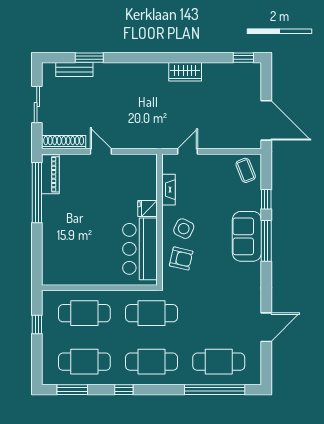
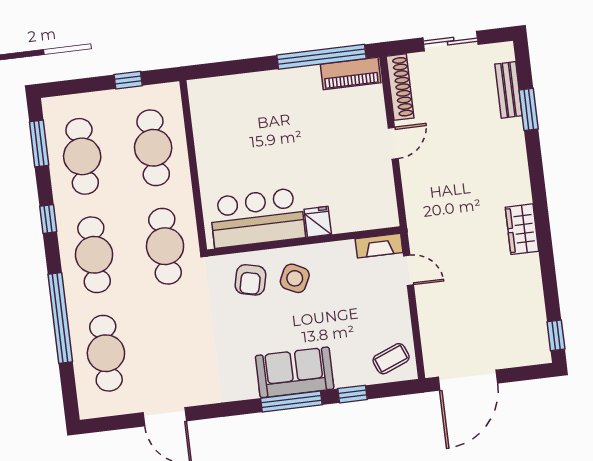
wardrobe: (185, 72) -> (522, 229), moved
fireplace: (169, 190) -> (379, 246), moved
window: (215, 390) -> (60, 318), moved

